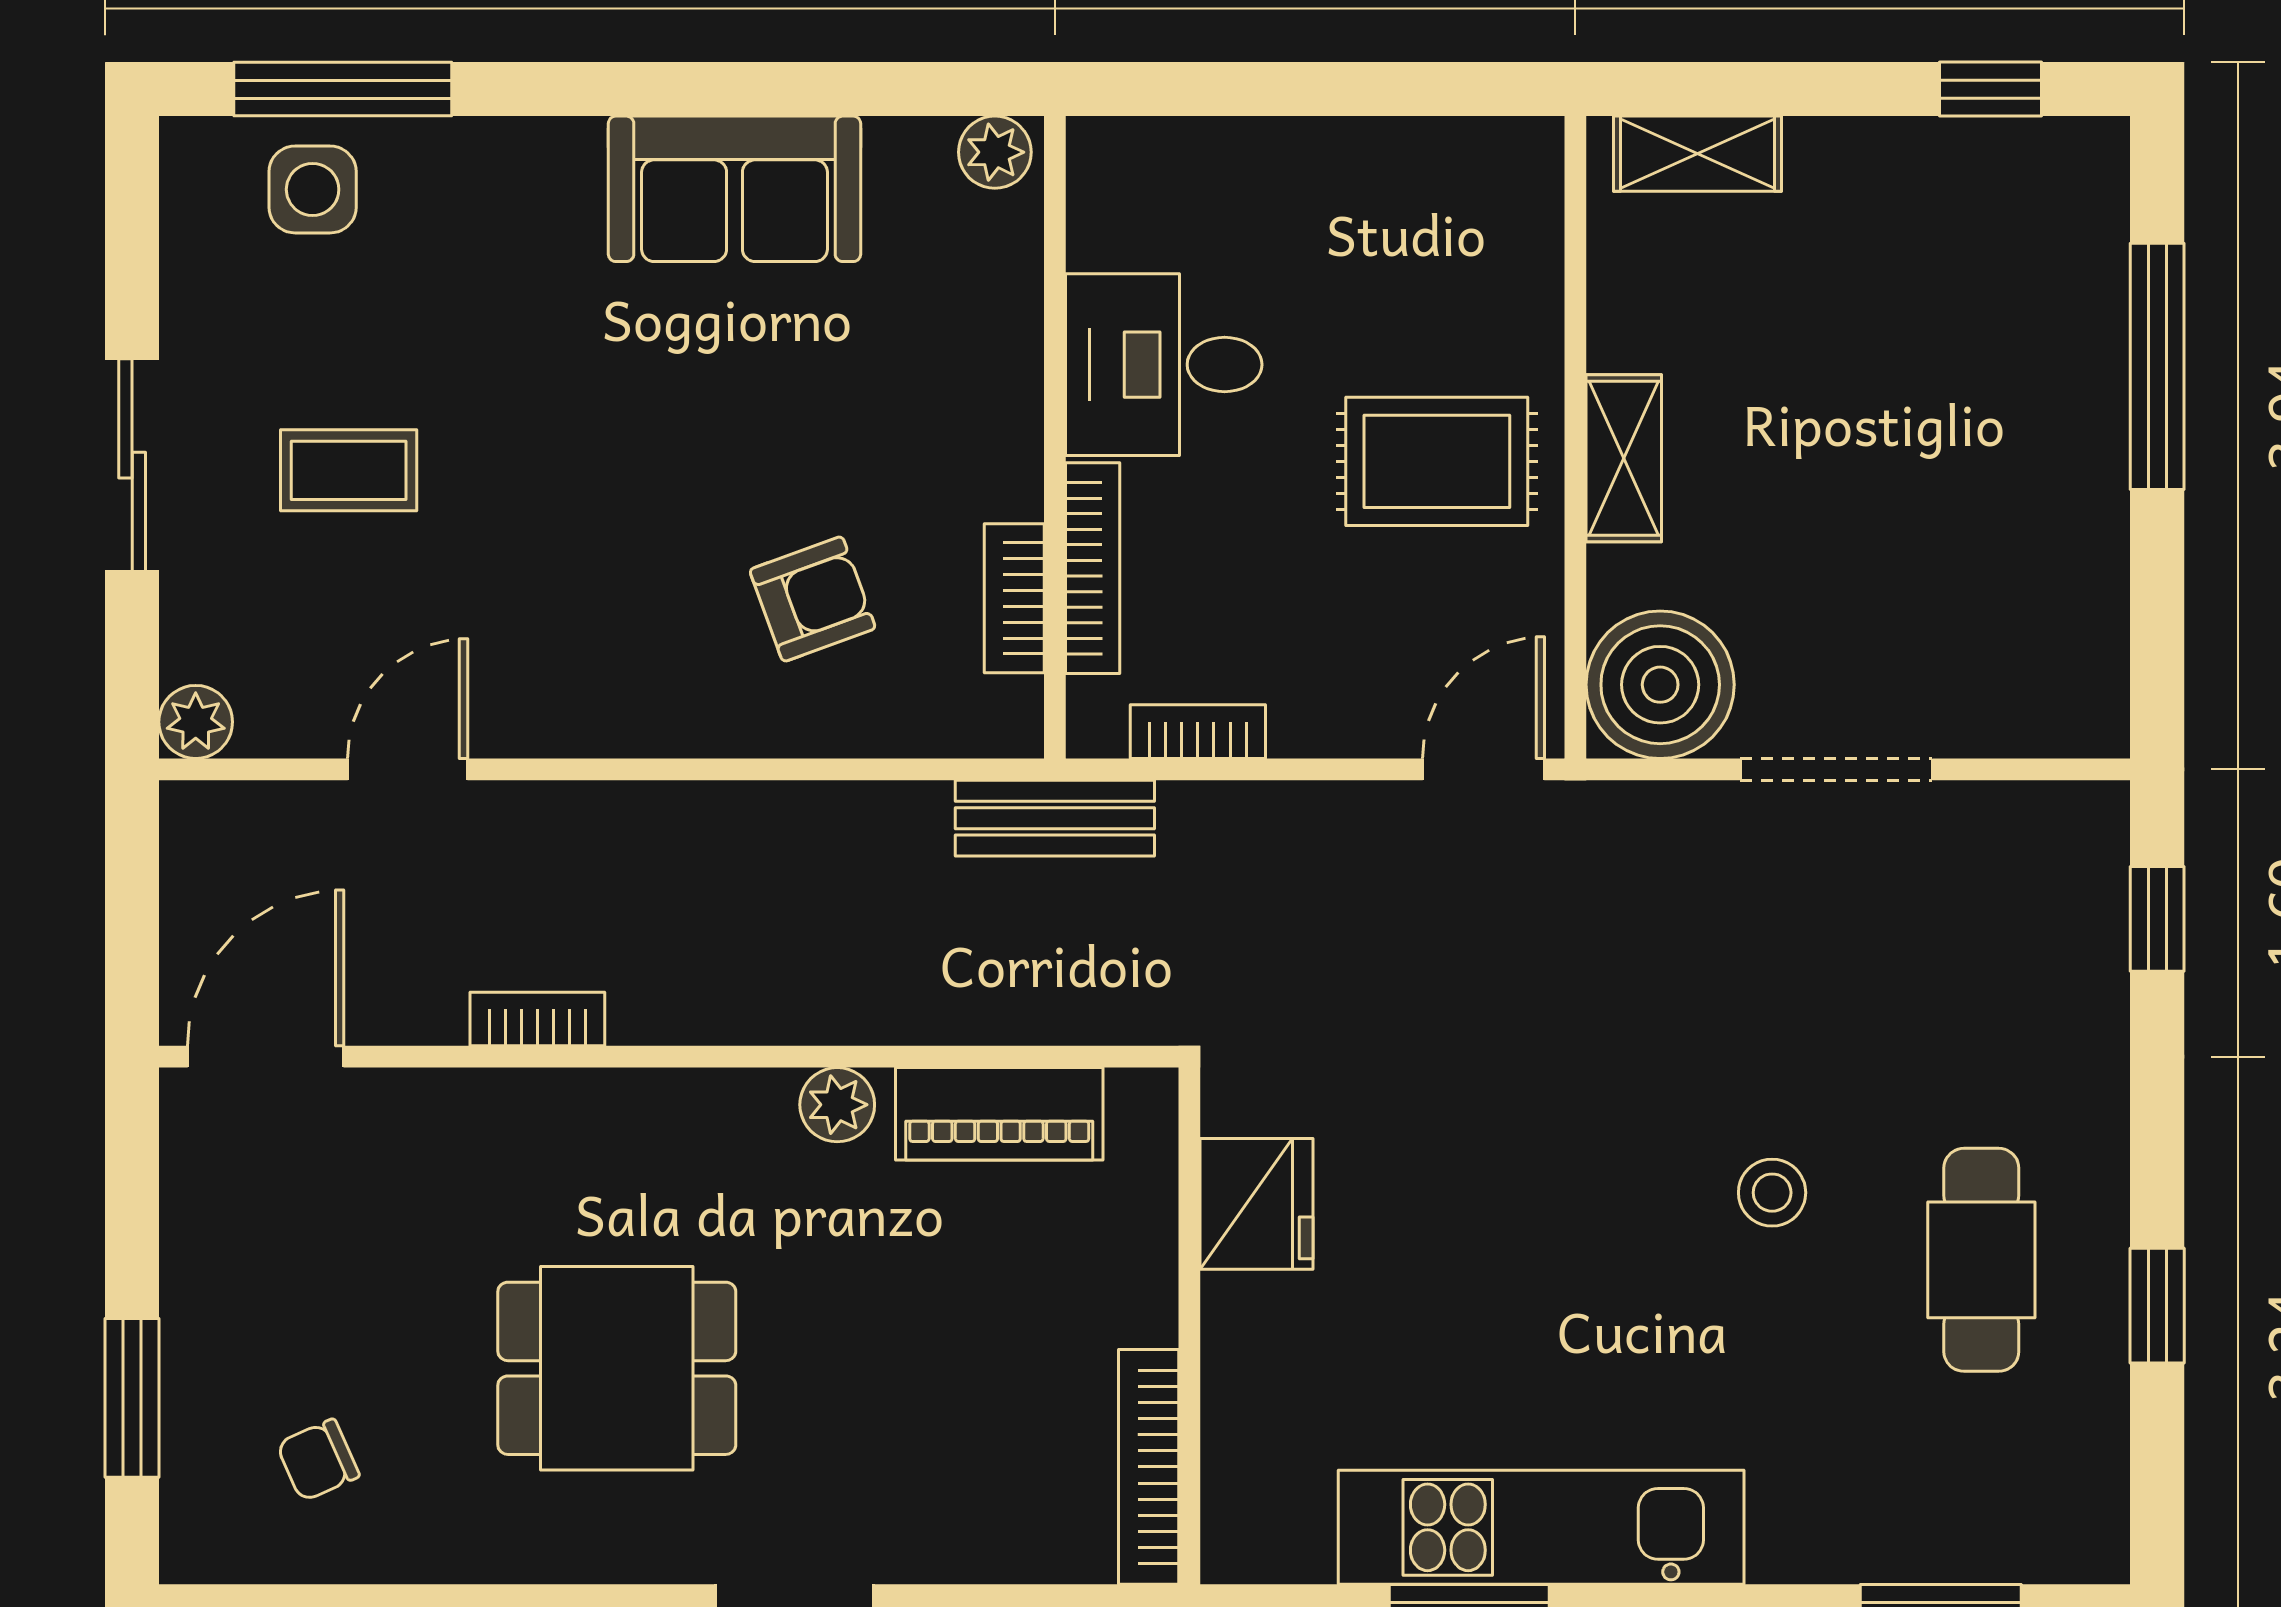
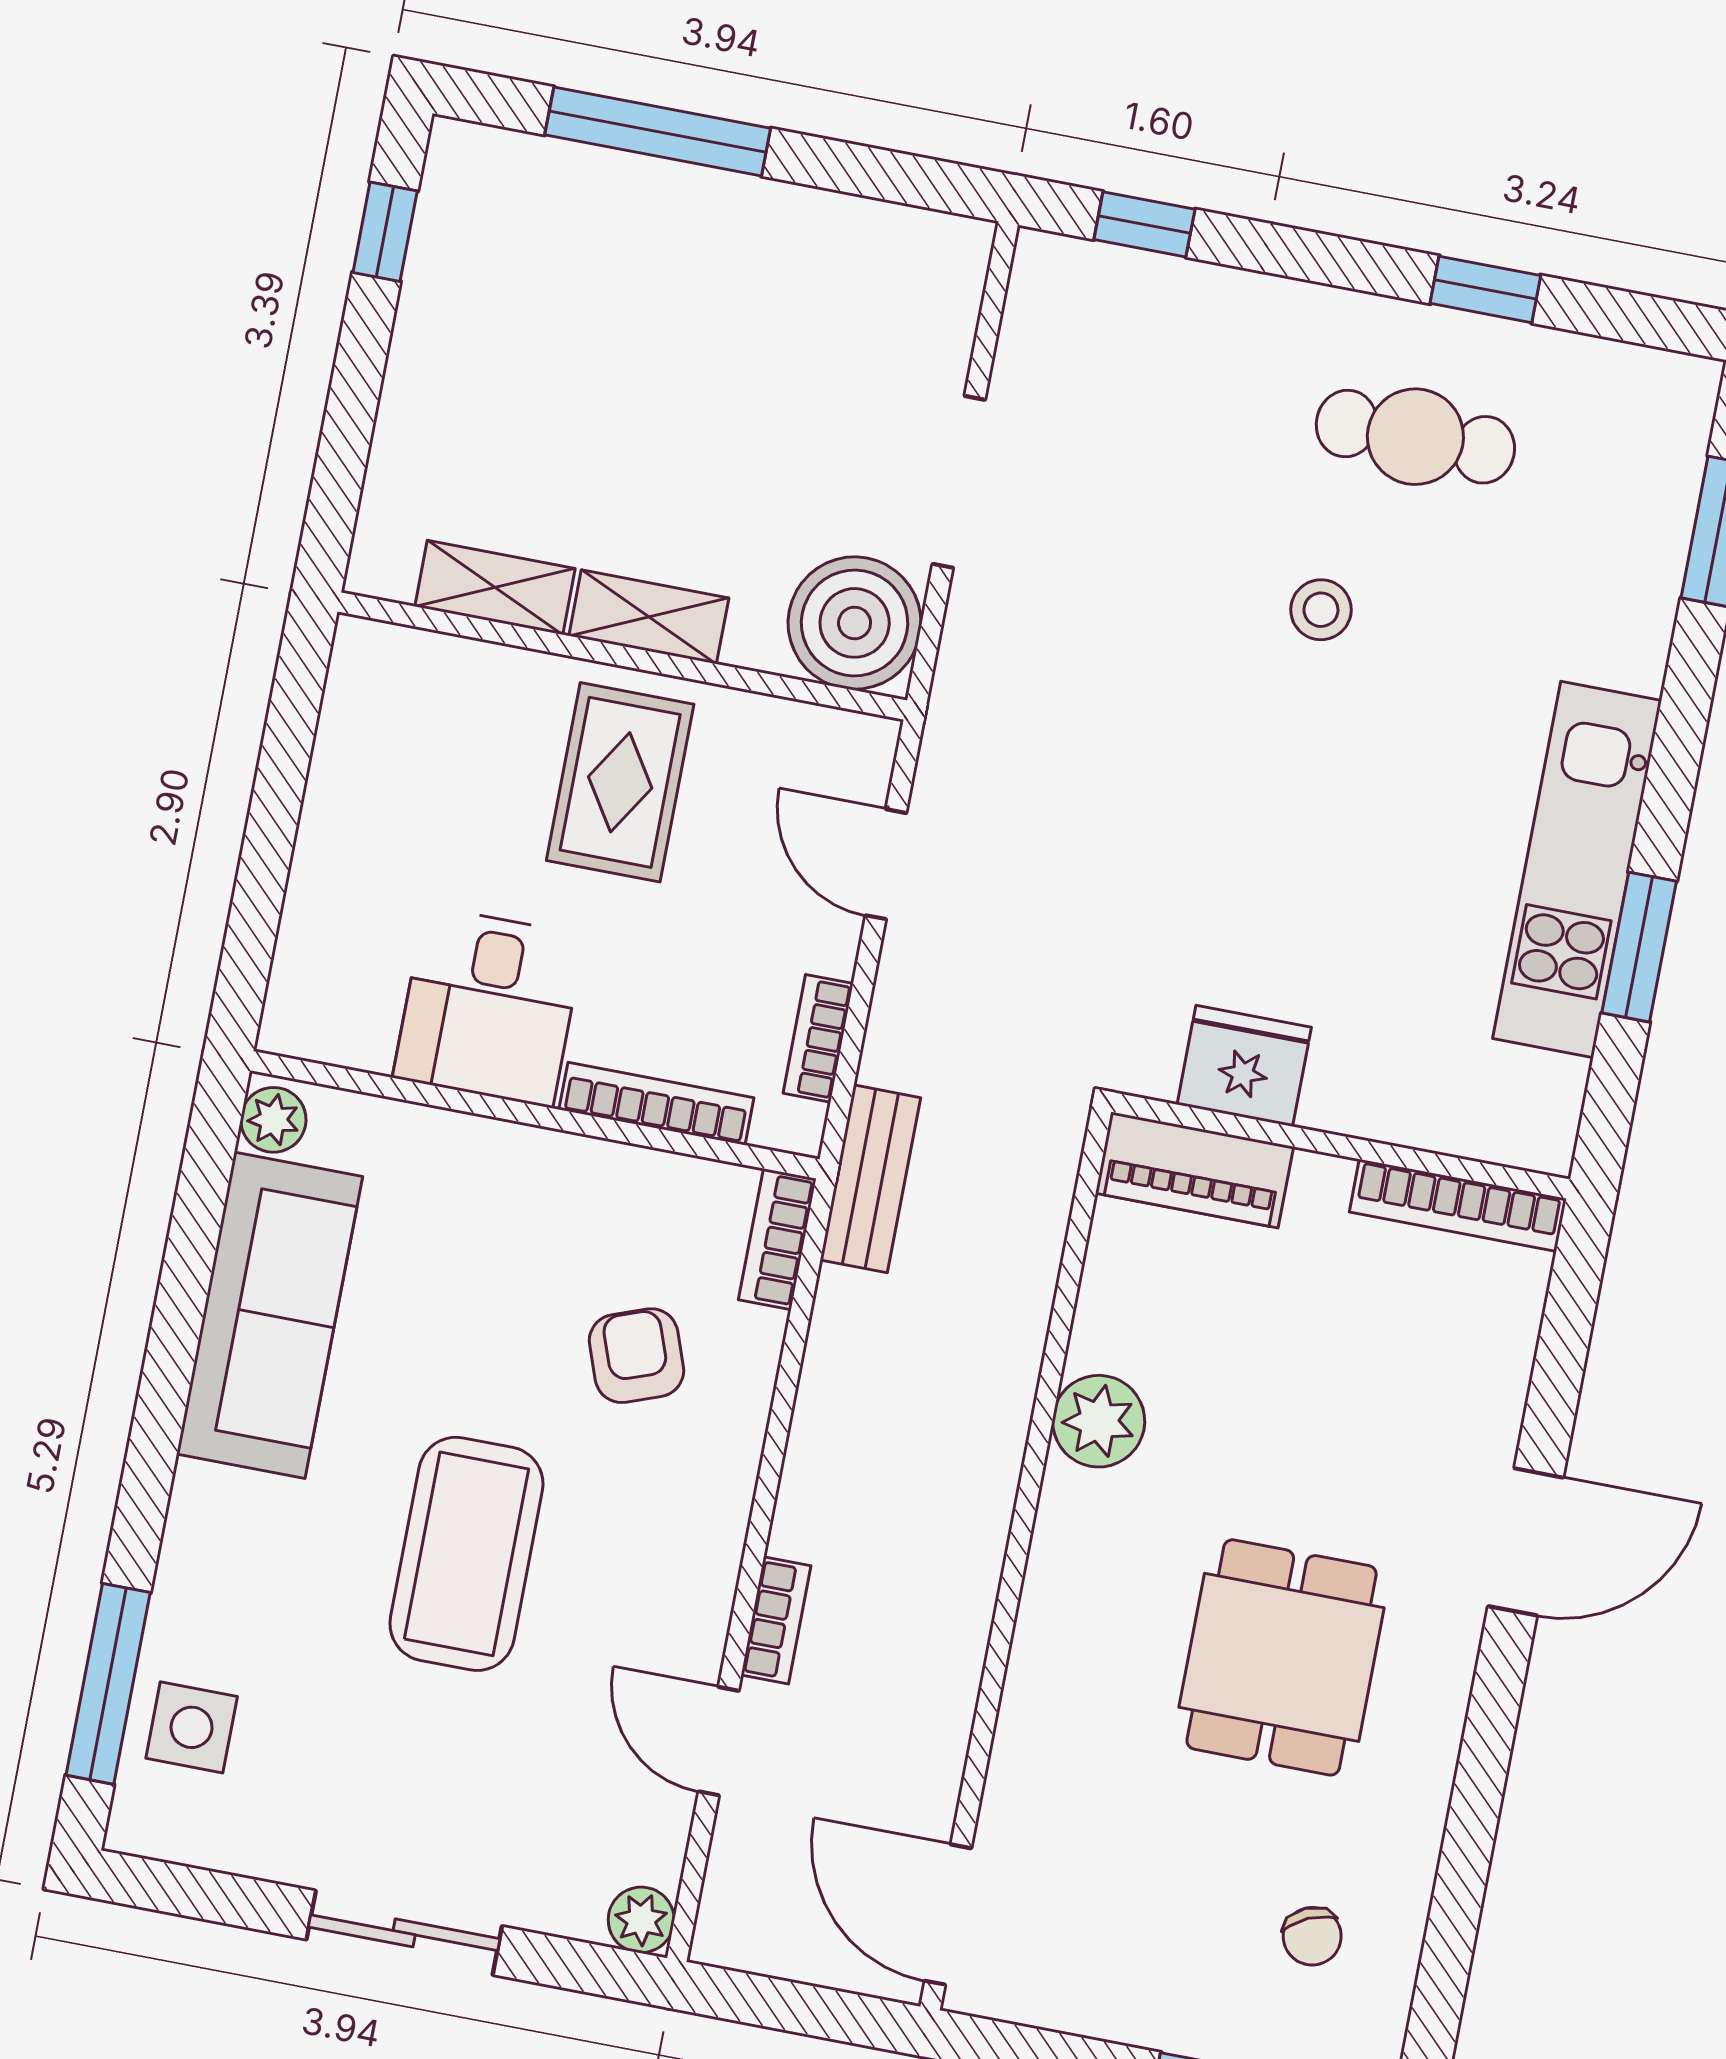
shelving: (1697, 154) -> (495, 587), moved, turned 90
sofa: (734, 189) -> (270, 1315), width x1.36
coffee table: (349, 470) -> (466, 1554), moved, width x1.86, depth x1.72
bookcase: (1014, 598) -> (777, 1239), moved, turned 90
door: (1484, 769) -> (886, 864), moved
bookcase: (537, 1019) -> (776, 1620), moved, turned 180
plant: (837, 1105) -> (1099, 1421), width x1.38, depth x1.38
piano: (999, 1114) -> (1194, 1170), moved, turned 90

